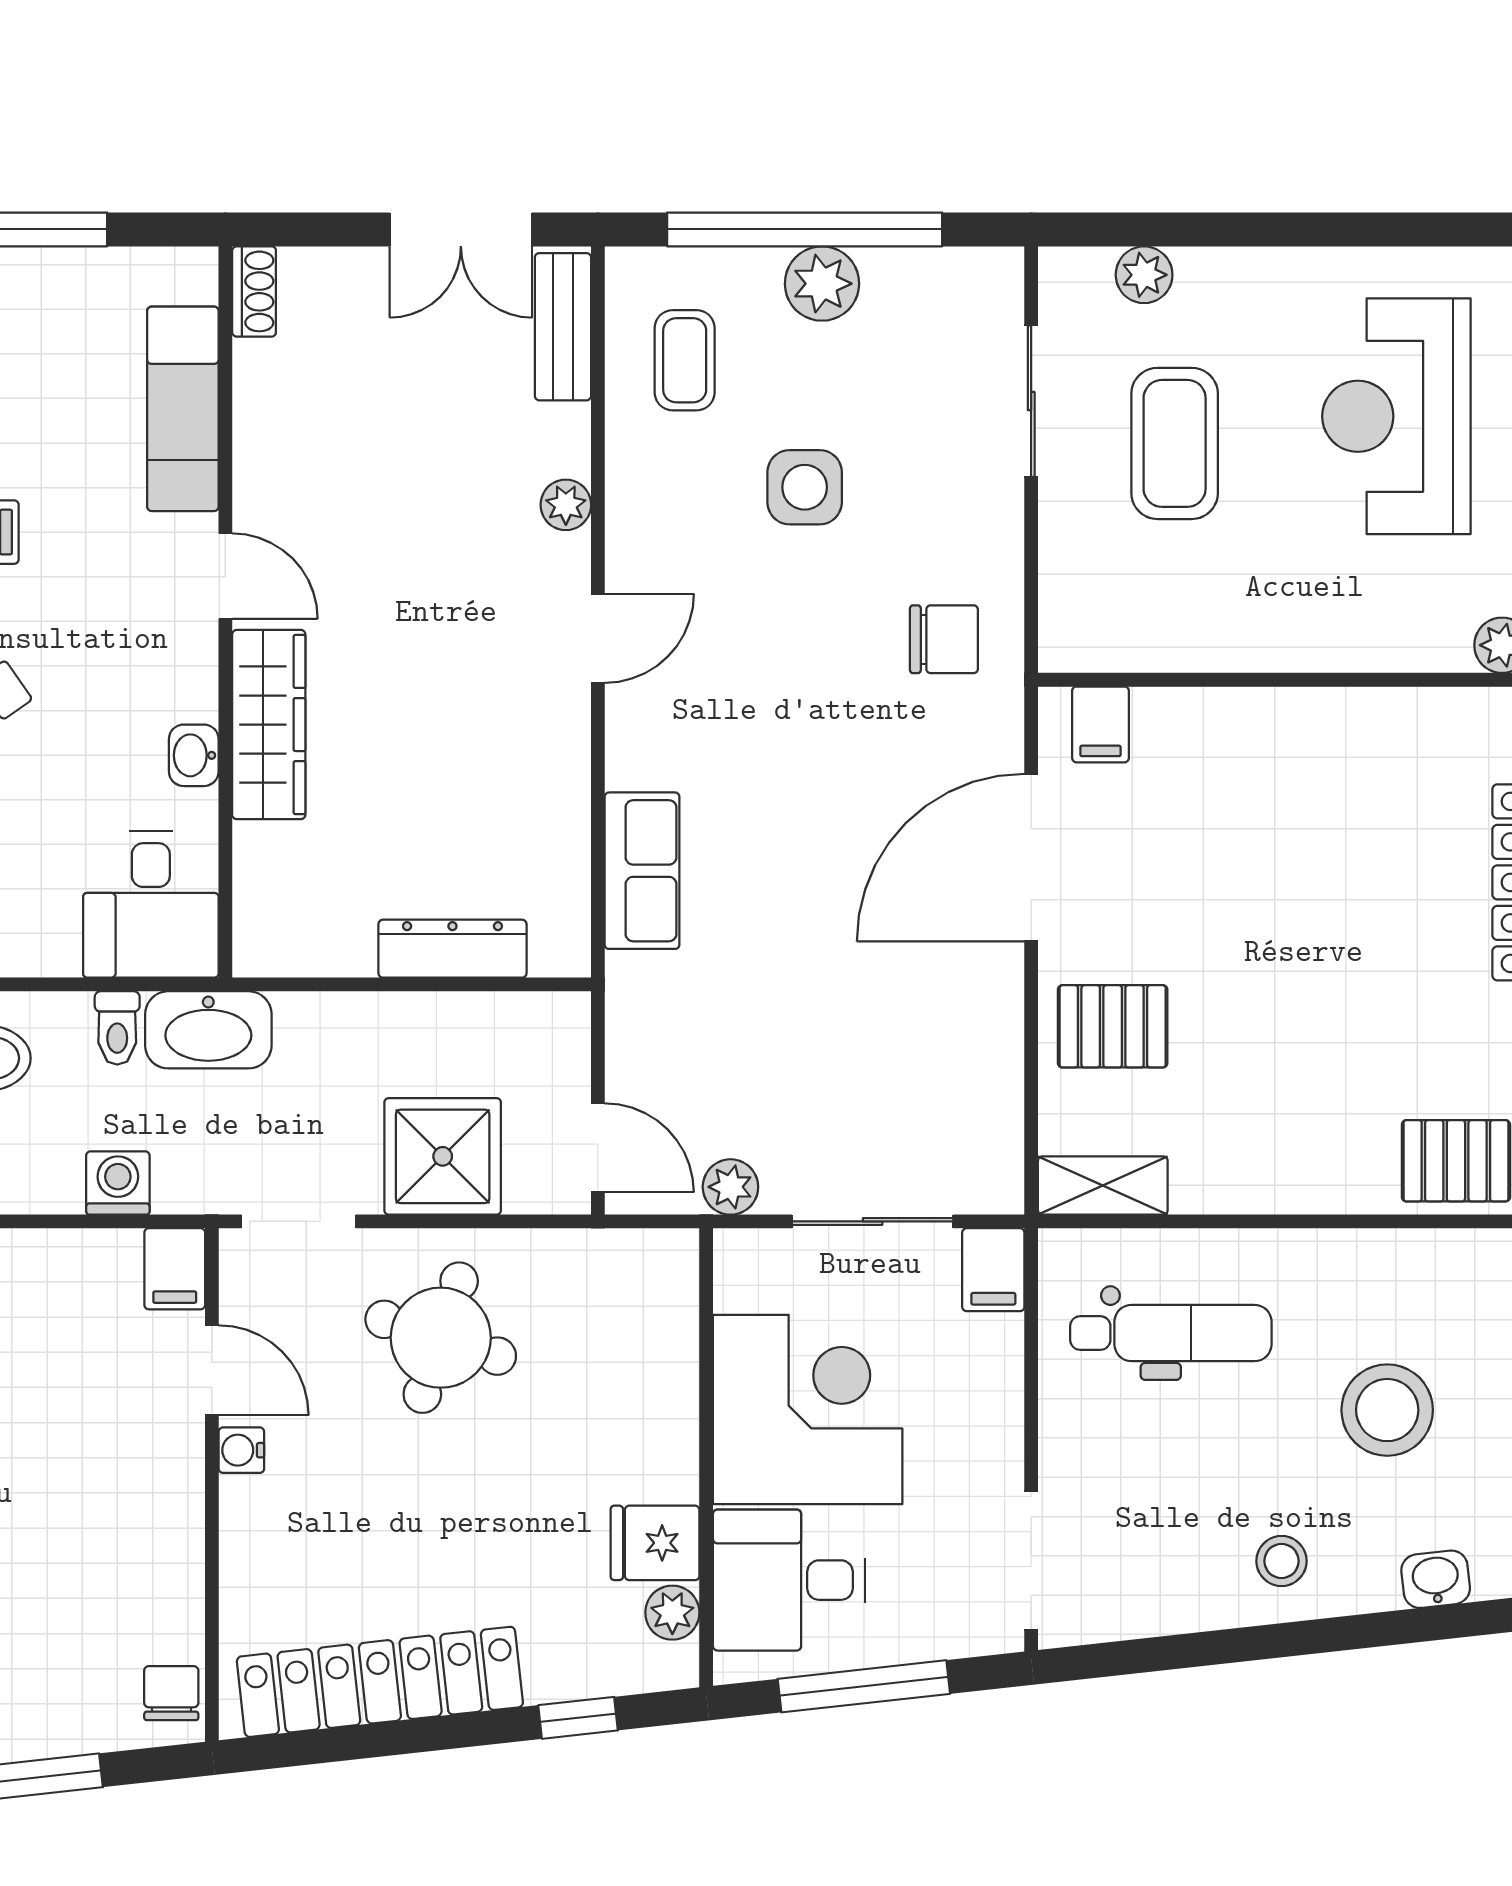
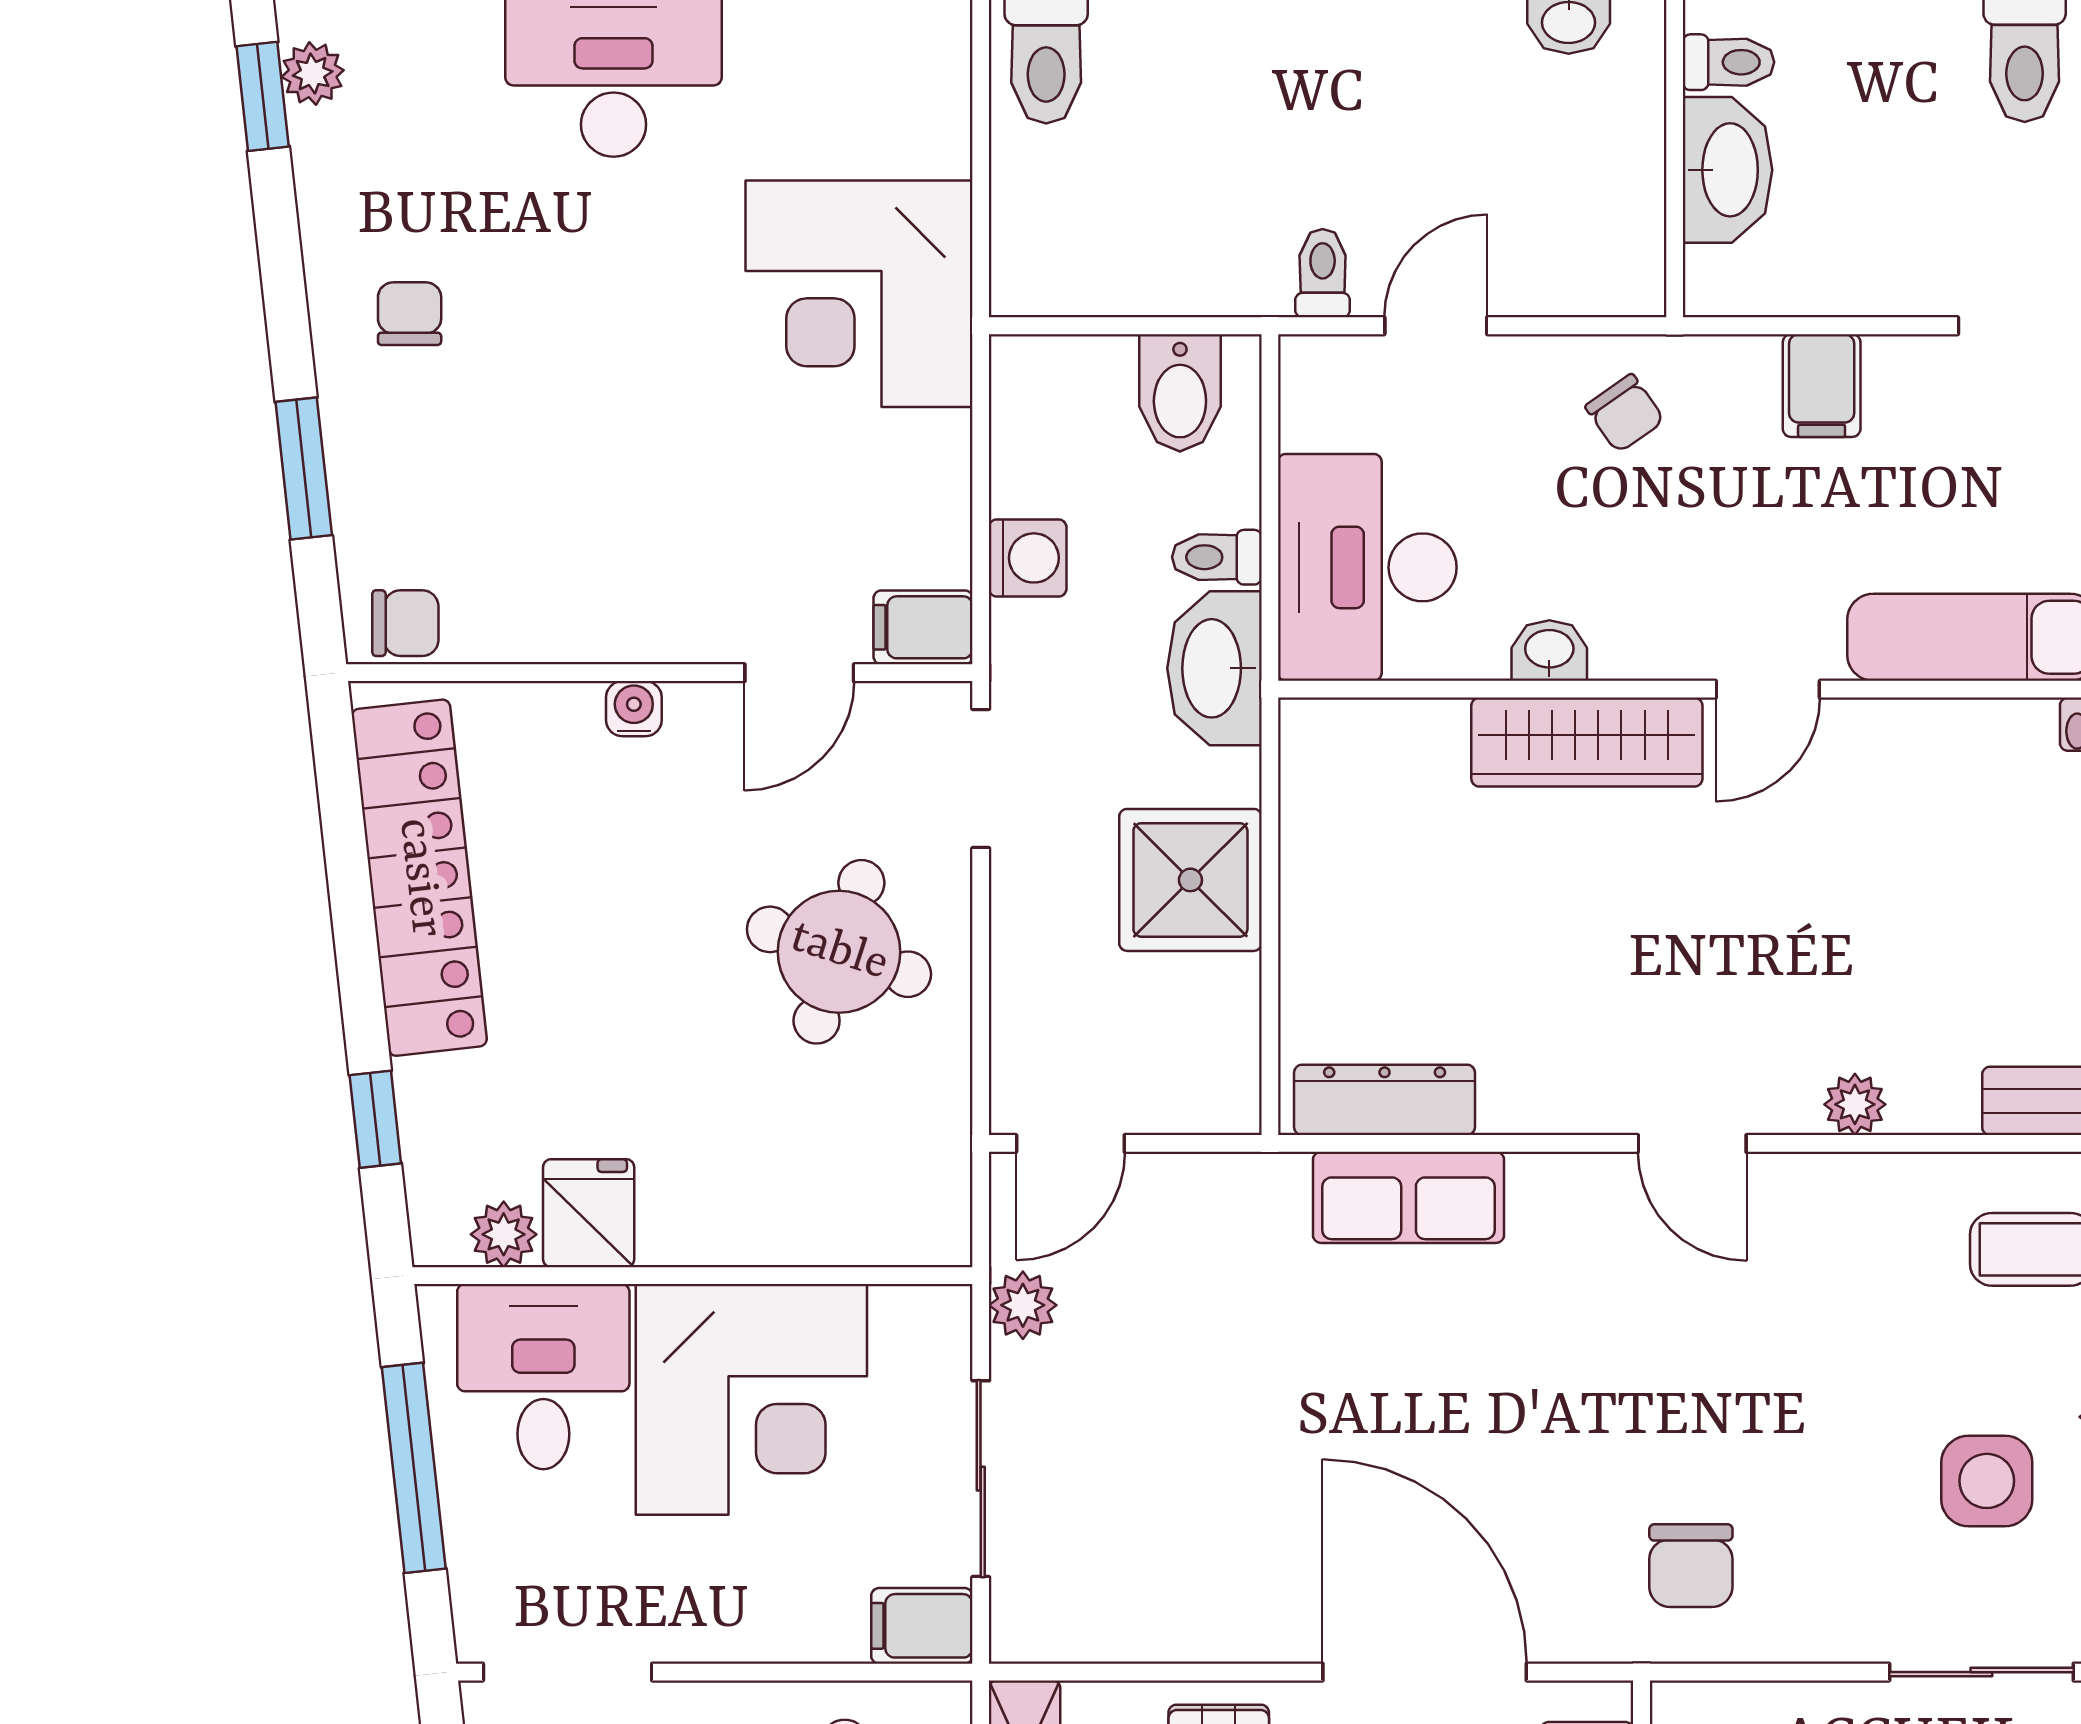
side table: (805, 487) -> (1987, 1481), moved
desk: (151, 905) -> (1367, 567), width x1.37
dresser: (452, 949) -> (1385, 1100), moved, turned -90
shower: (443, 1156) -> (1190, 880), moved
water cooler: (241, 1450) -> (634, 709), moved

